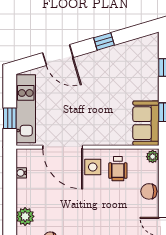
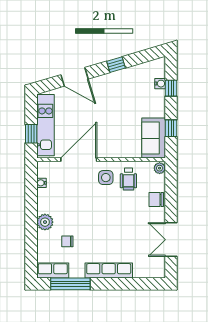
water cooler: (153, 63) -> (160, 84), added
door: (63, 147) -> (79, 160), swing flipped

